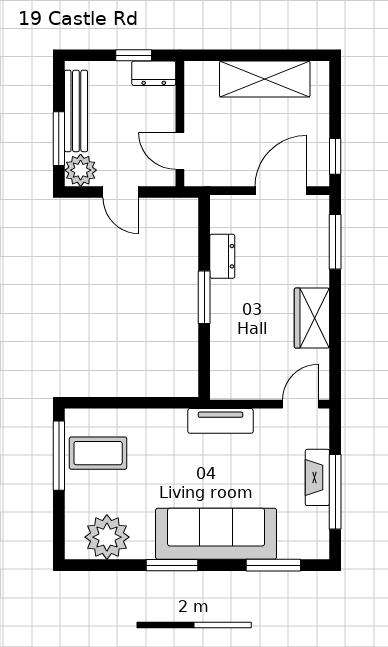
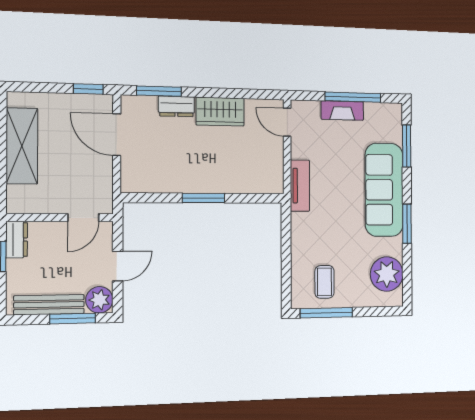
dresser: (222, 256) -> (176, 106), moved, turned 180
coffee table: (98, 453) -> (324, 282), width x0.73, depth x0.77

